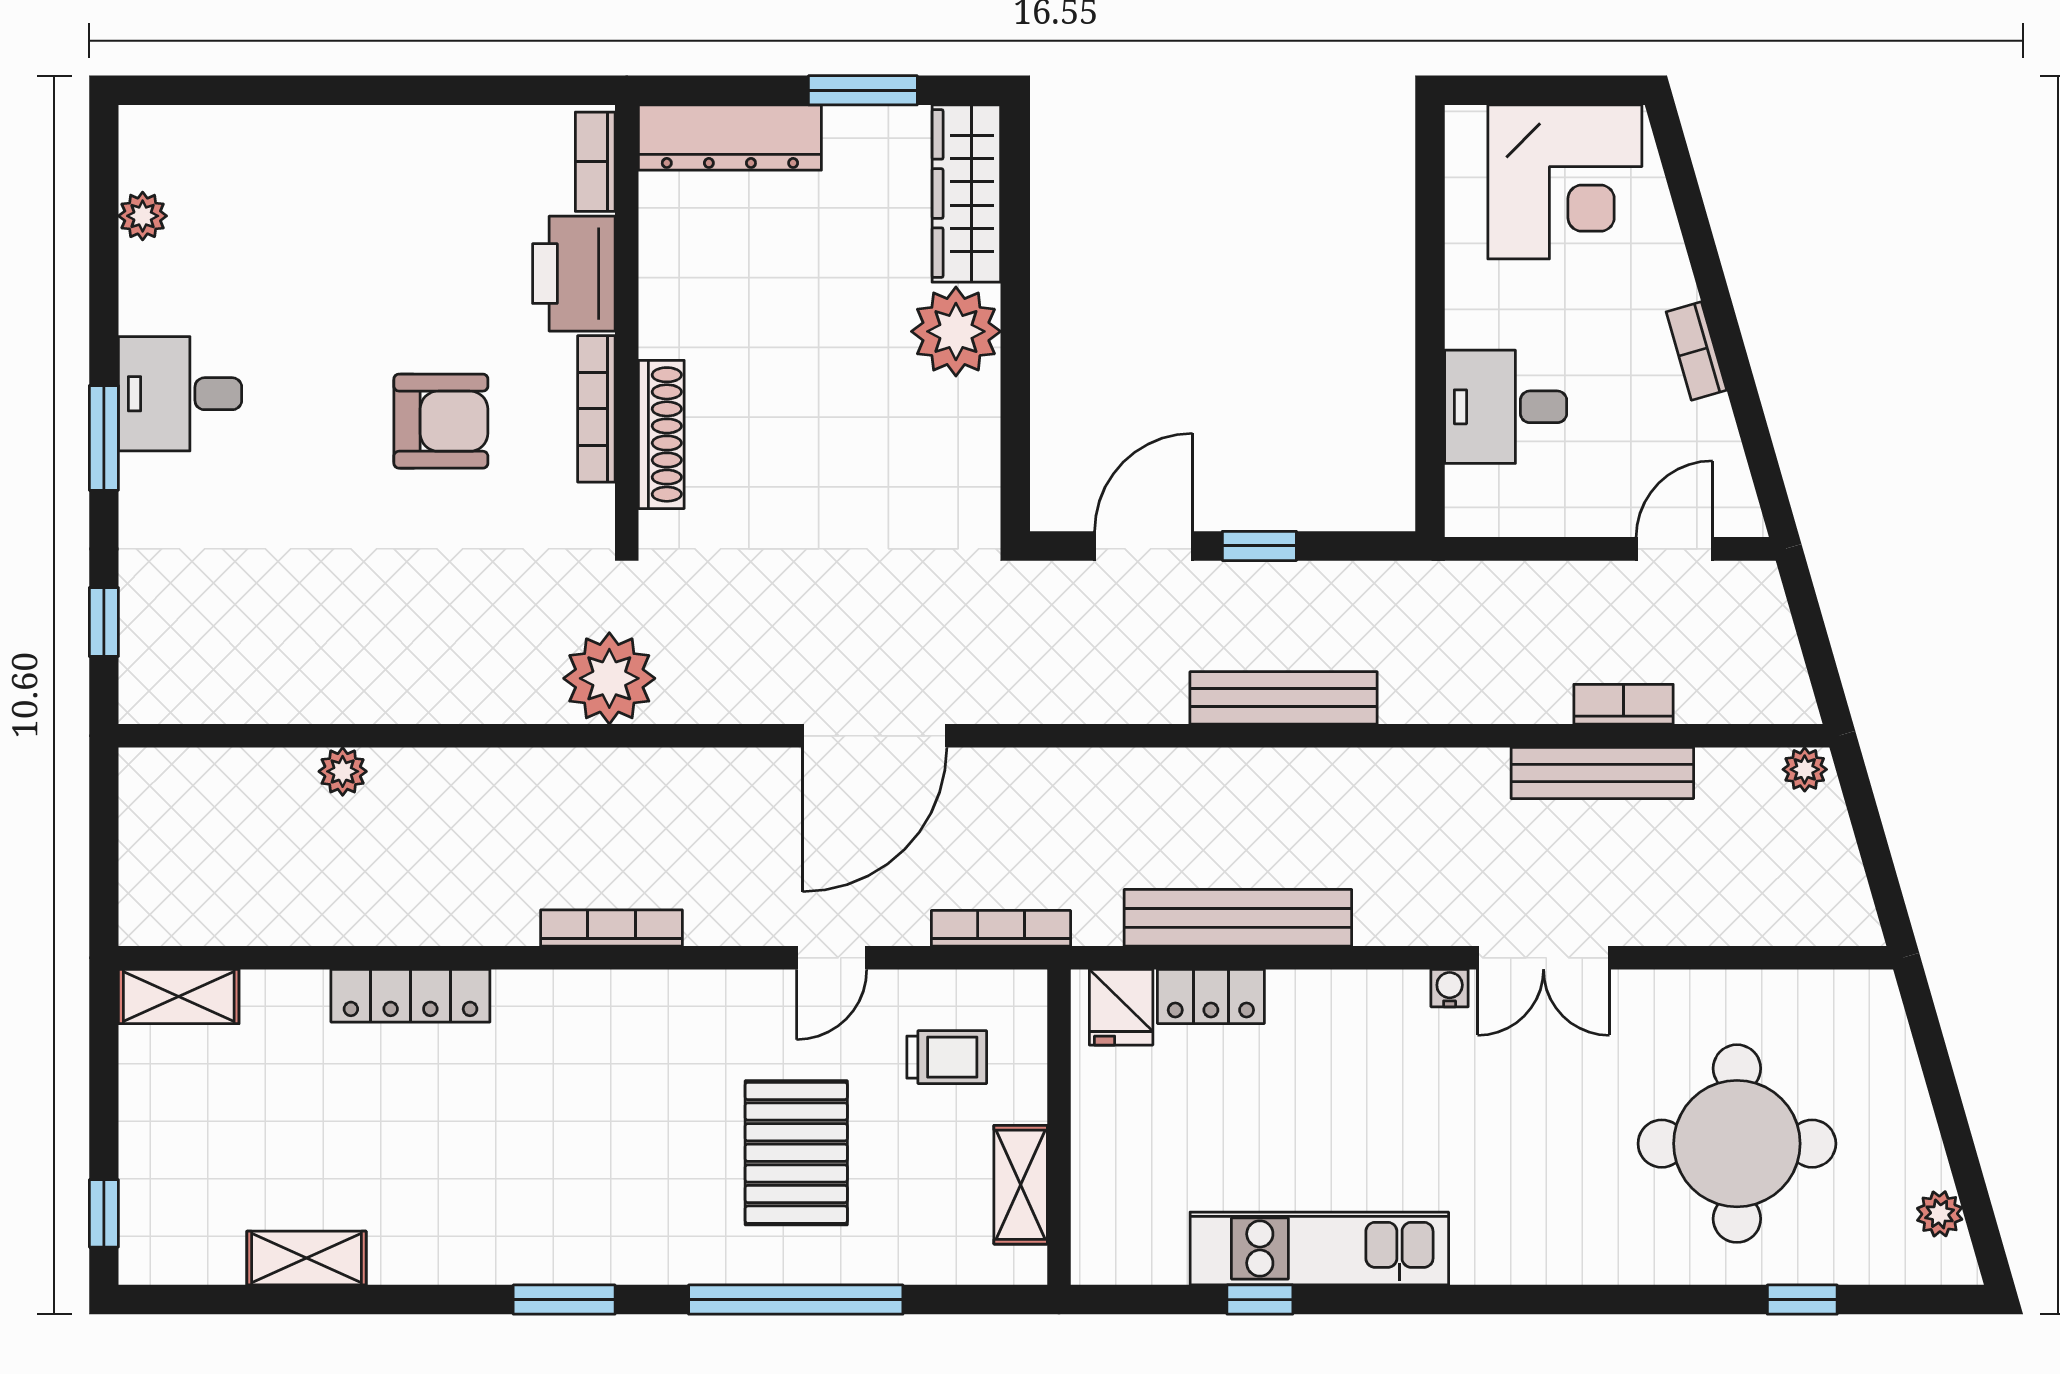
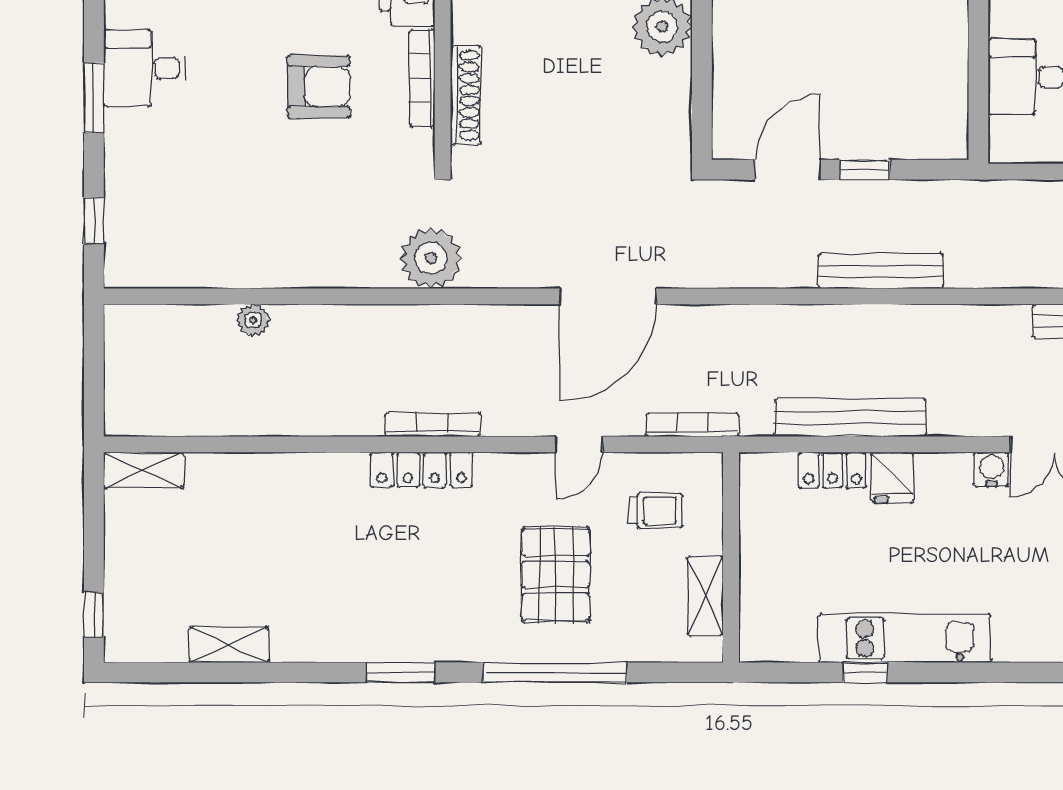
water cooler: (1450, 988) -> (992, 469), width x1.38, depth x1.38
locker: (410, 996) -> (421, 470), moved
fridge: (1121, 1007) -> (892, 477), moved

